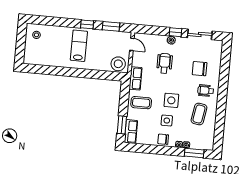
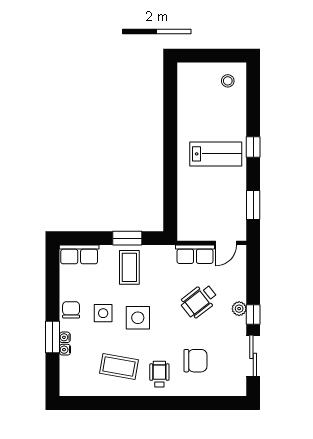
window: (87, 24) -> (253, 147), moved
wheelchair: (165, 63) -> (199, 301), turned 142
stool: (118, 64) -> (191, 223), removed
chair: (200, 69) -> (195, 361), turned 90
row of seats: (136, 78) -> (195, 254), moved
window: (122, 125) -> (127, 238), moved
window: (194, 153) -> (53, 337), moved

